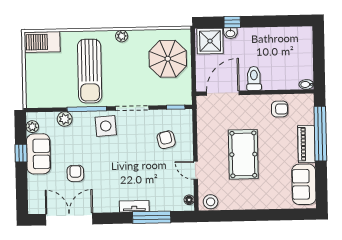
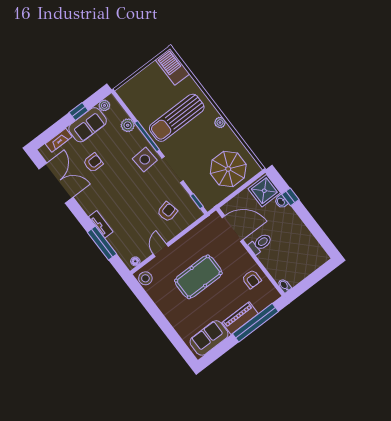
fireplace: (33, 189) -> (59, 140), added

